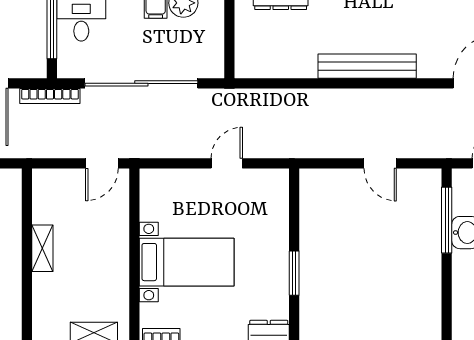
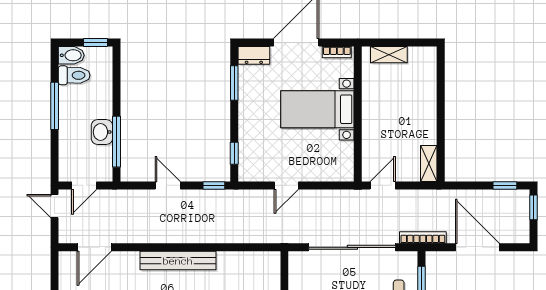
window: (320, 163) -> (214, 185), added
window: (294, 205) -> (234, 153), added
shelving: (42, 248) -> (429, 164), moved
window: (294, 273) -> (234, 83), moved

